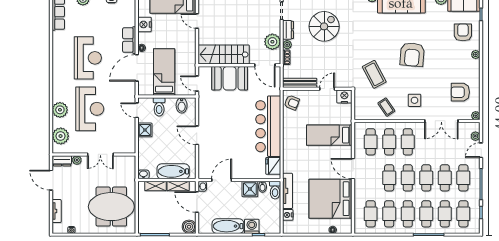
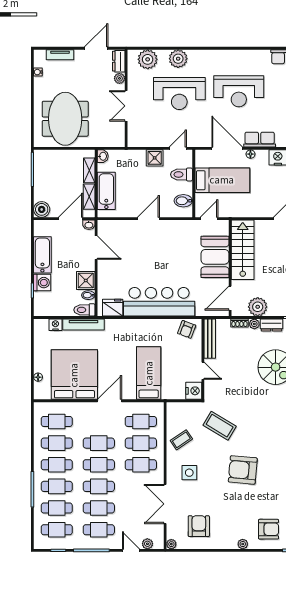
coffee table: (374, 74) -> (220, 426), turned 59

